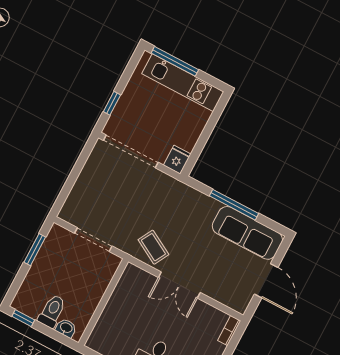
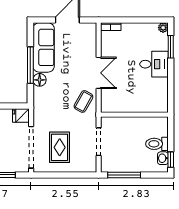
rug: (112, 187) -> (60, 147), added
floor lamp: (210, 206) -> (40, 80), added
window: (35, 250) -> (124, 175), width x1.44
washbasin: (66, 328) -> (163, 158), moved

